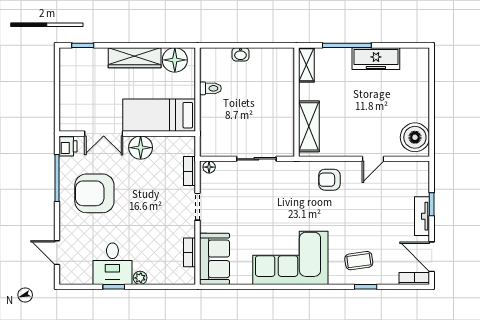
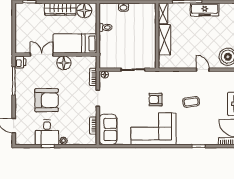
shelving: (309, 126) -> (164, 40), moved
double door: (104, 134) -> (42, 55), swing flipped
door: (373, 159) -> (203, 70), swing flipped
armchair: (329, 180) -> (156, 100), moved
armchair: (94, 193) -> (47, 100), moved, turned 180
coffee table: (359, 261) -> (191, 102), moved

